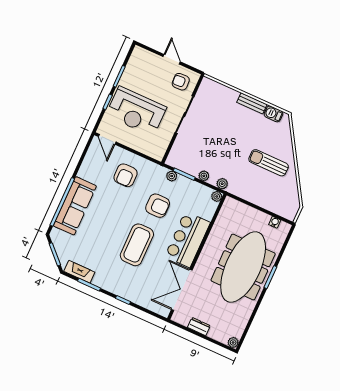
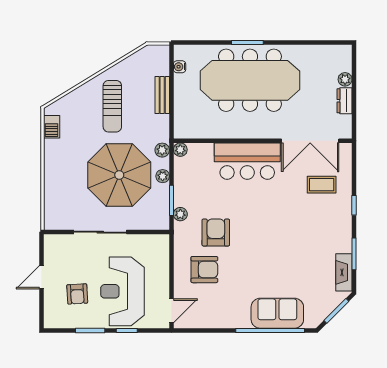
armchair: (181, 82) -> (77, 294), moved
bench: (252, 103) -> (162, 95), moved
reception desk: (136, 111) -> (122, 291), turned 180
parasol: (218, 146) -> (119, 175), added
sofa: (75, 206) -> (277, 313), width x0.73
armchair: (158, 206) -> (216, 233), moved
coffee table: (137, 245) -> (322, 185), moved, width x0.54, depth x0.58
plant: (233, 342) -> (345, 79), moved

